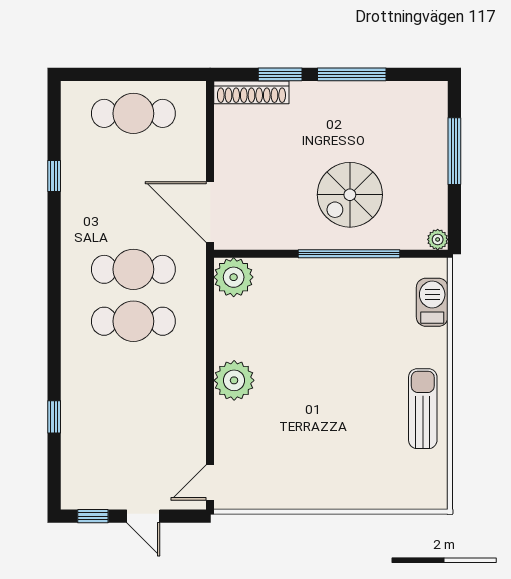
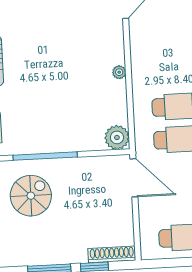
spiral stairs: (350, 195) -> (31, 196), moved
plant: (234, 380) -> (119, 72), width x0.53, depth x0.53

